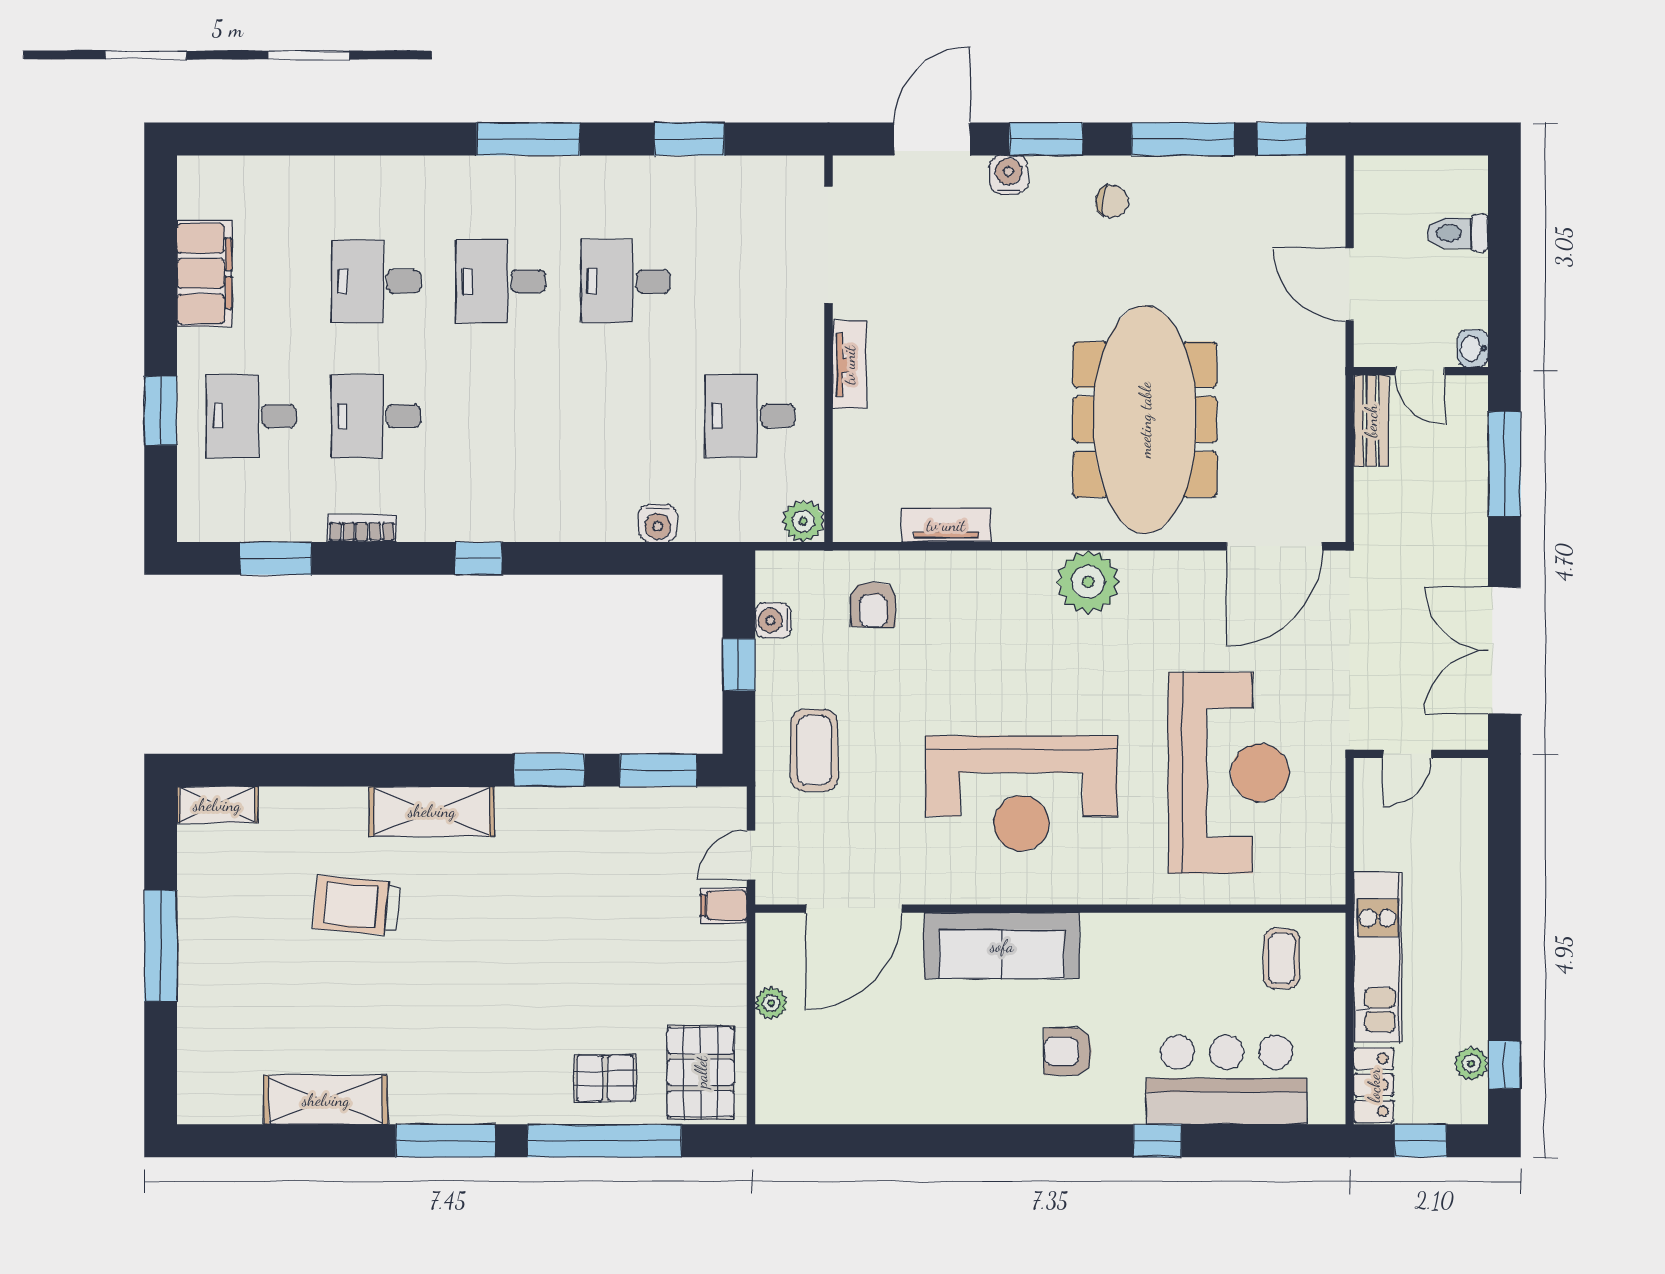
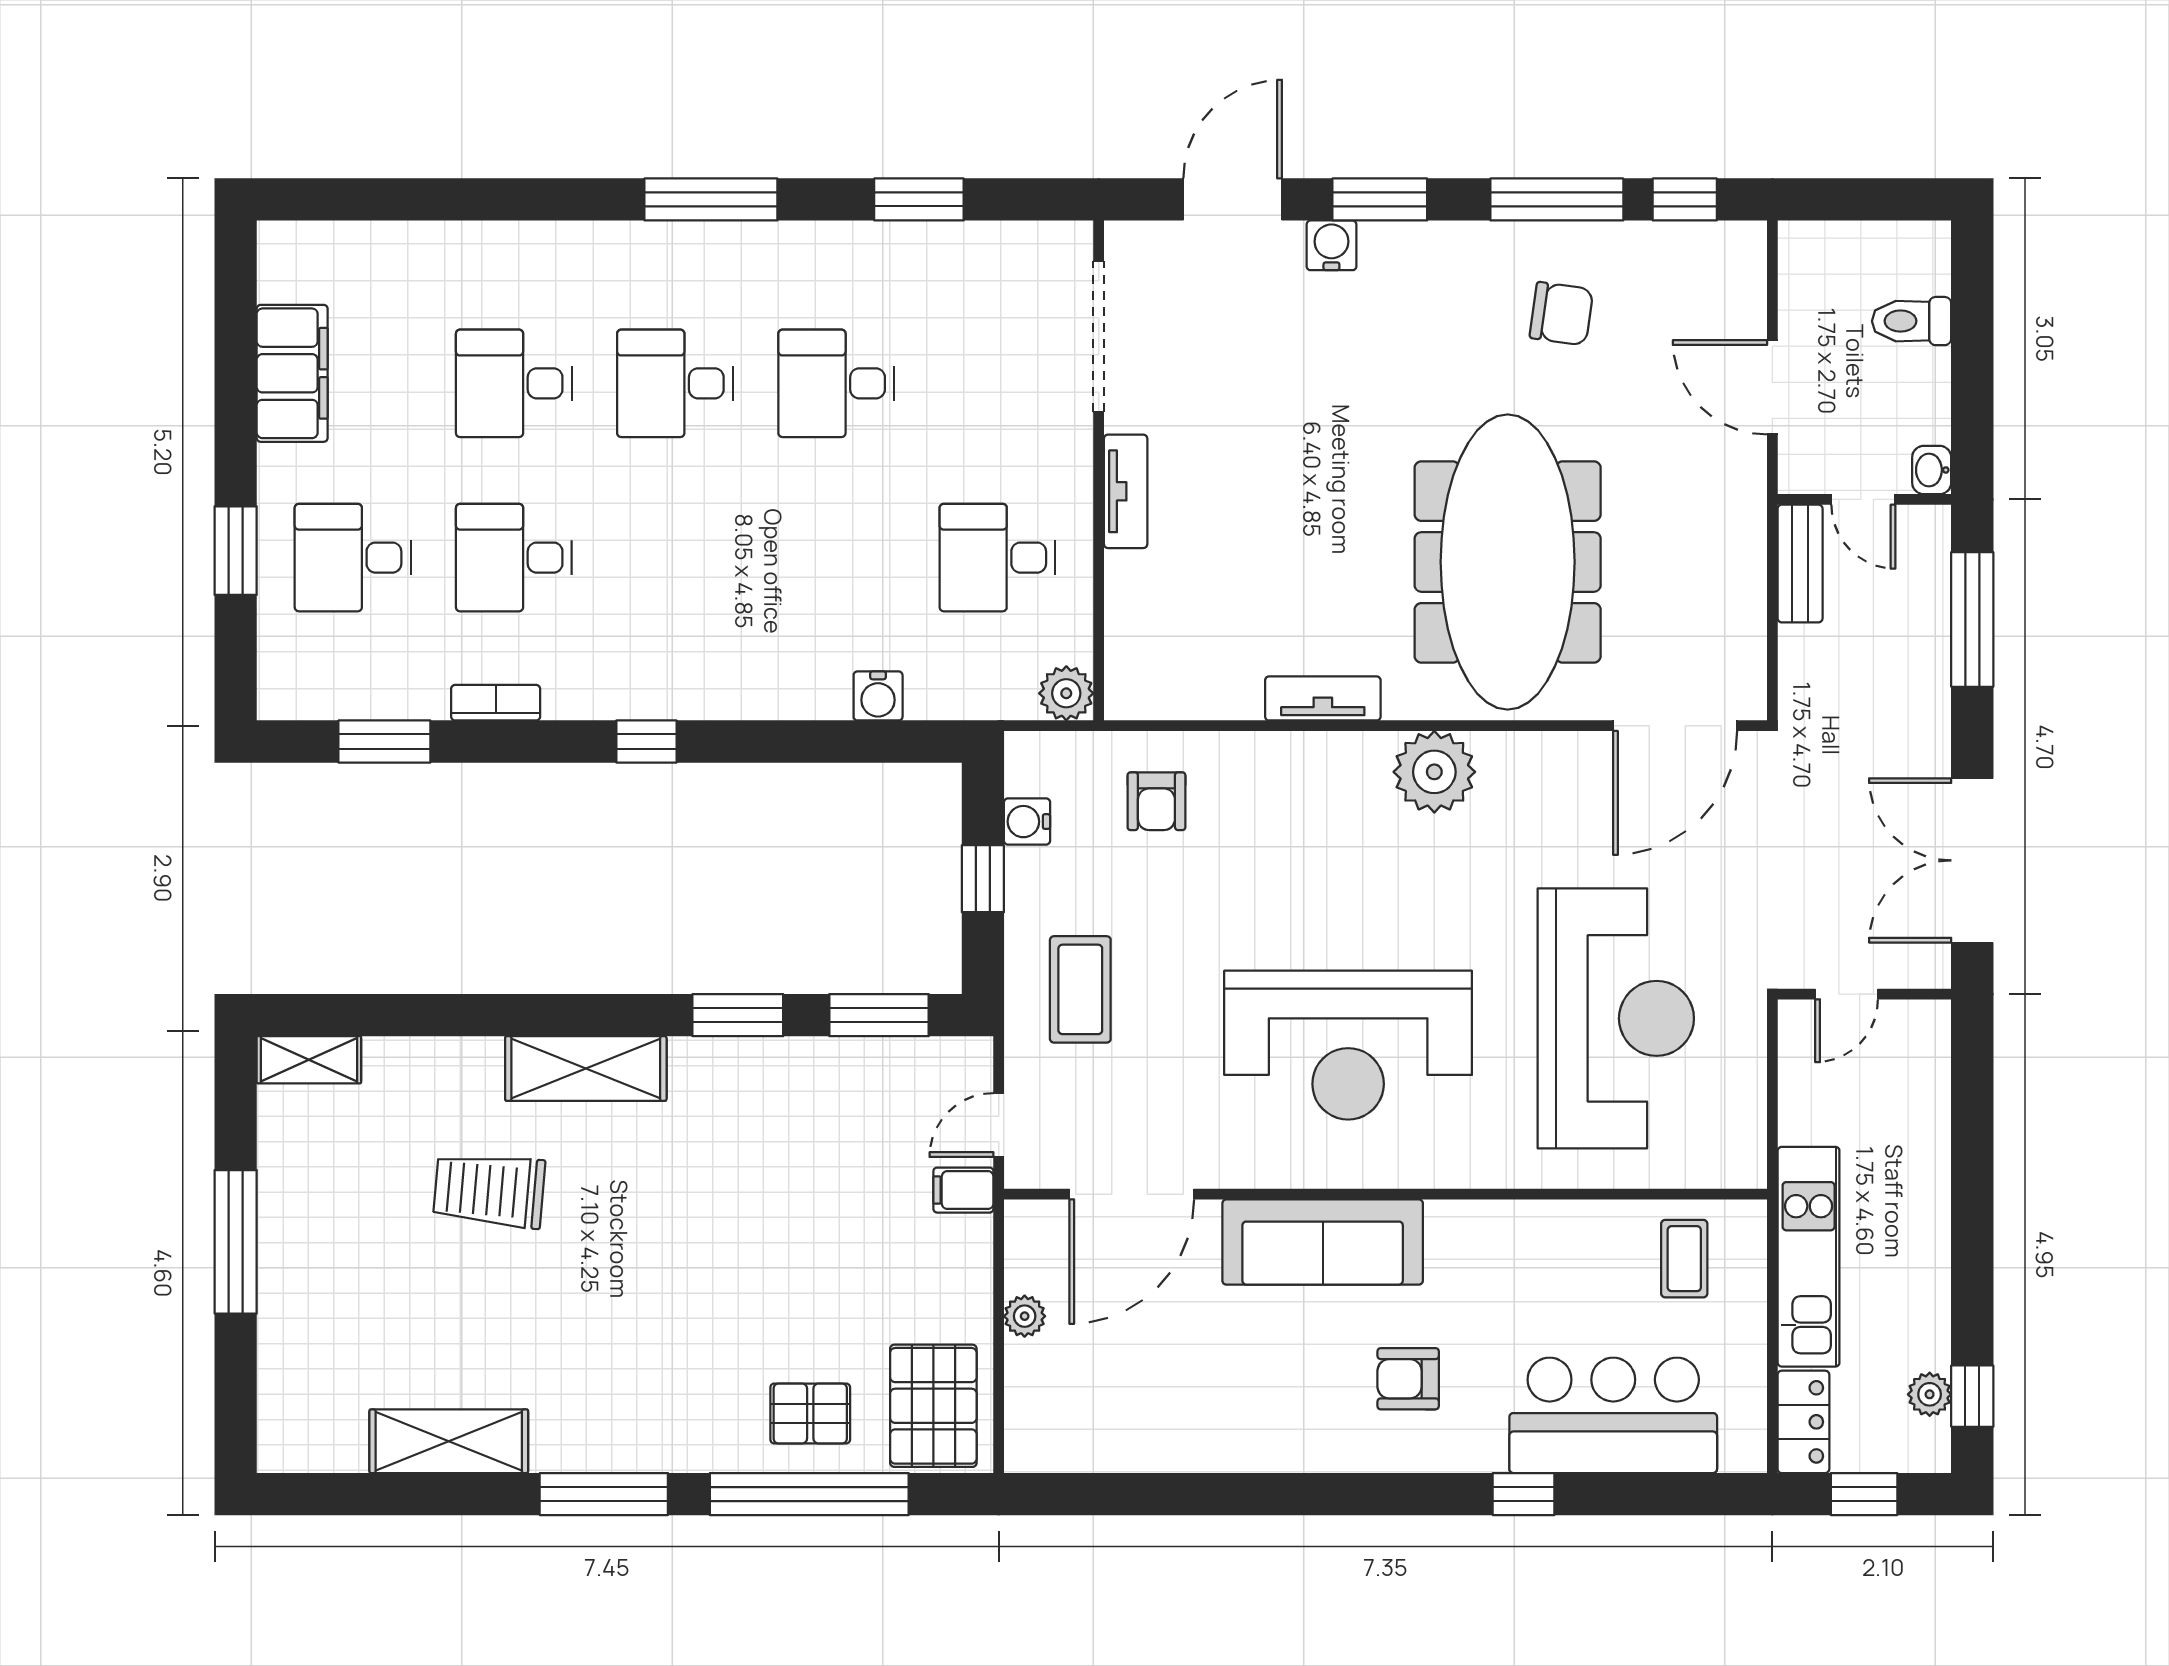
chair: (1112, 201) -> (1561, 314), moved, width x1.37, depth x1.37
tv unit: (946, 525) -> (1323, 698), moved

